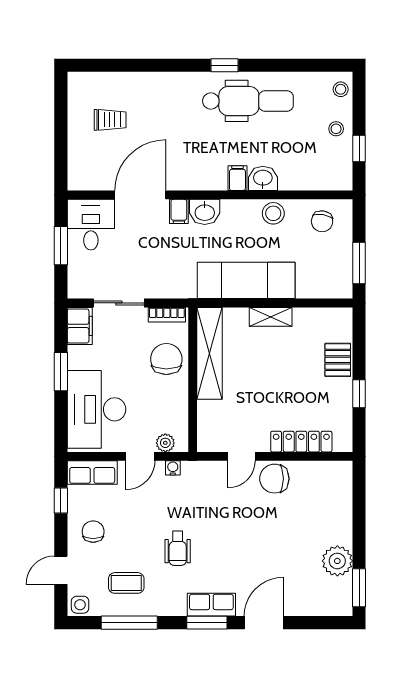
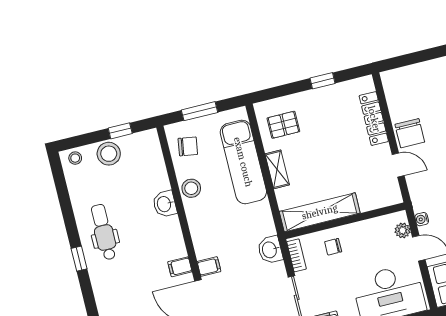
dental chair: (248, 101) -> (104, 232), width x0.73, depth x0.72
stool: (336, 129) -> (109, 154), width x1.89, depth x1.89
filing cabinet: (237, 178) -> (180, 267), moved
washbasin: (205, 212) -> (270, 250), moved, turned 180
window: (359, 263) -> (199, 111), moved
exam couch: (246, 280) -> (243, 162), moved
chair: (166, 359) -> (333, 247), width x0.54, depth x0.54
pallet: (338, 360) -> (283, 125), moved

